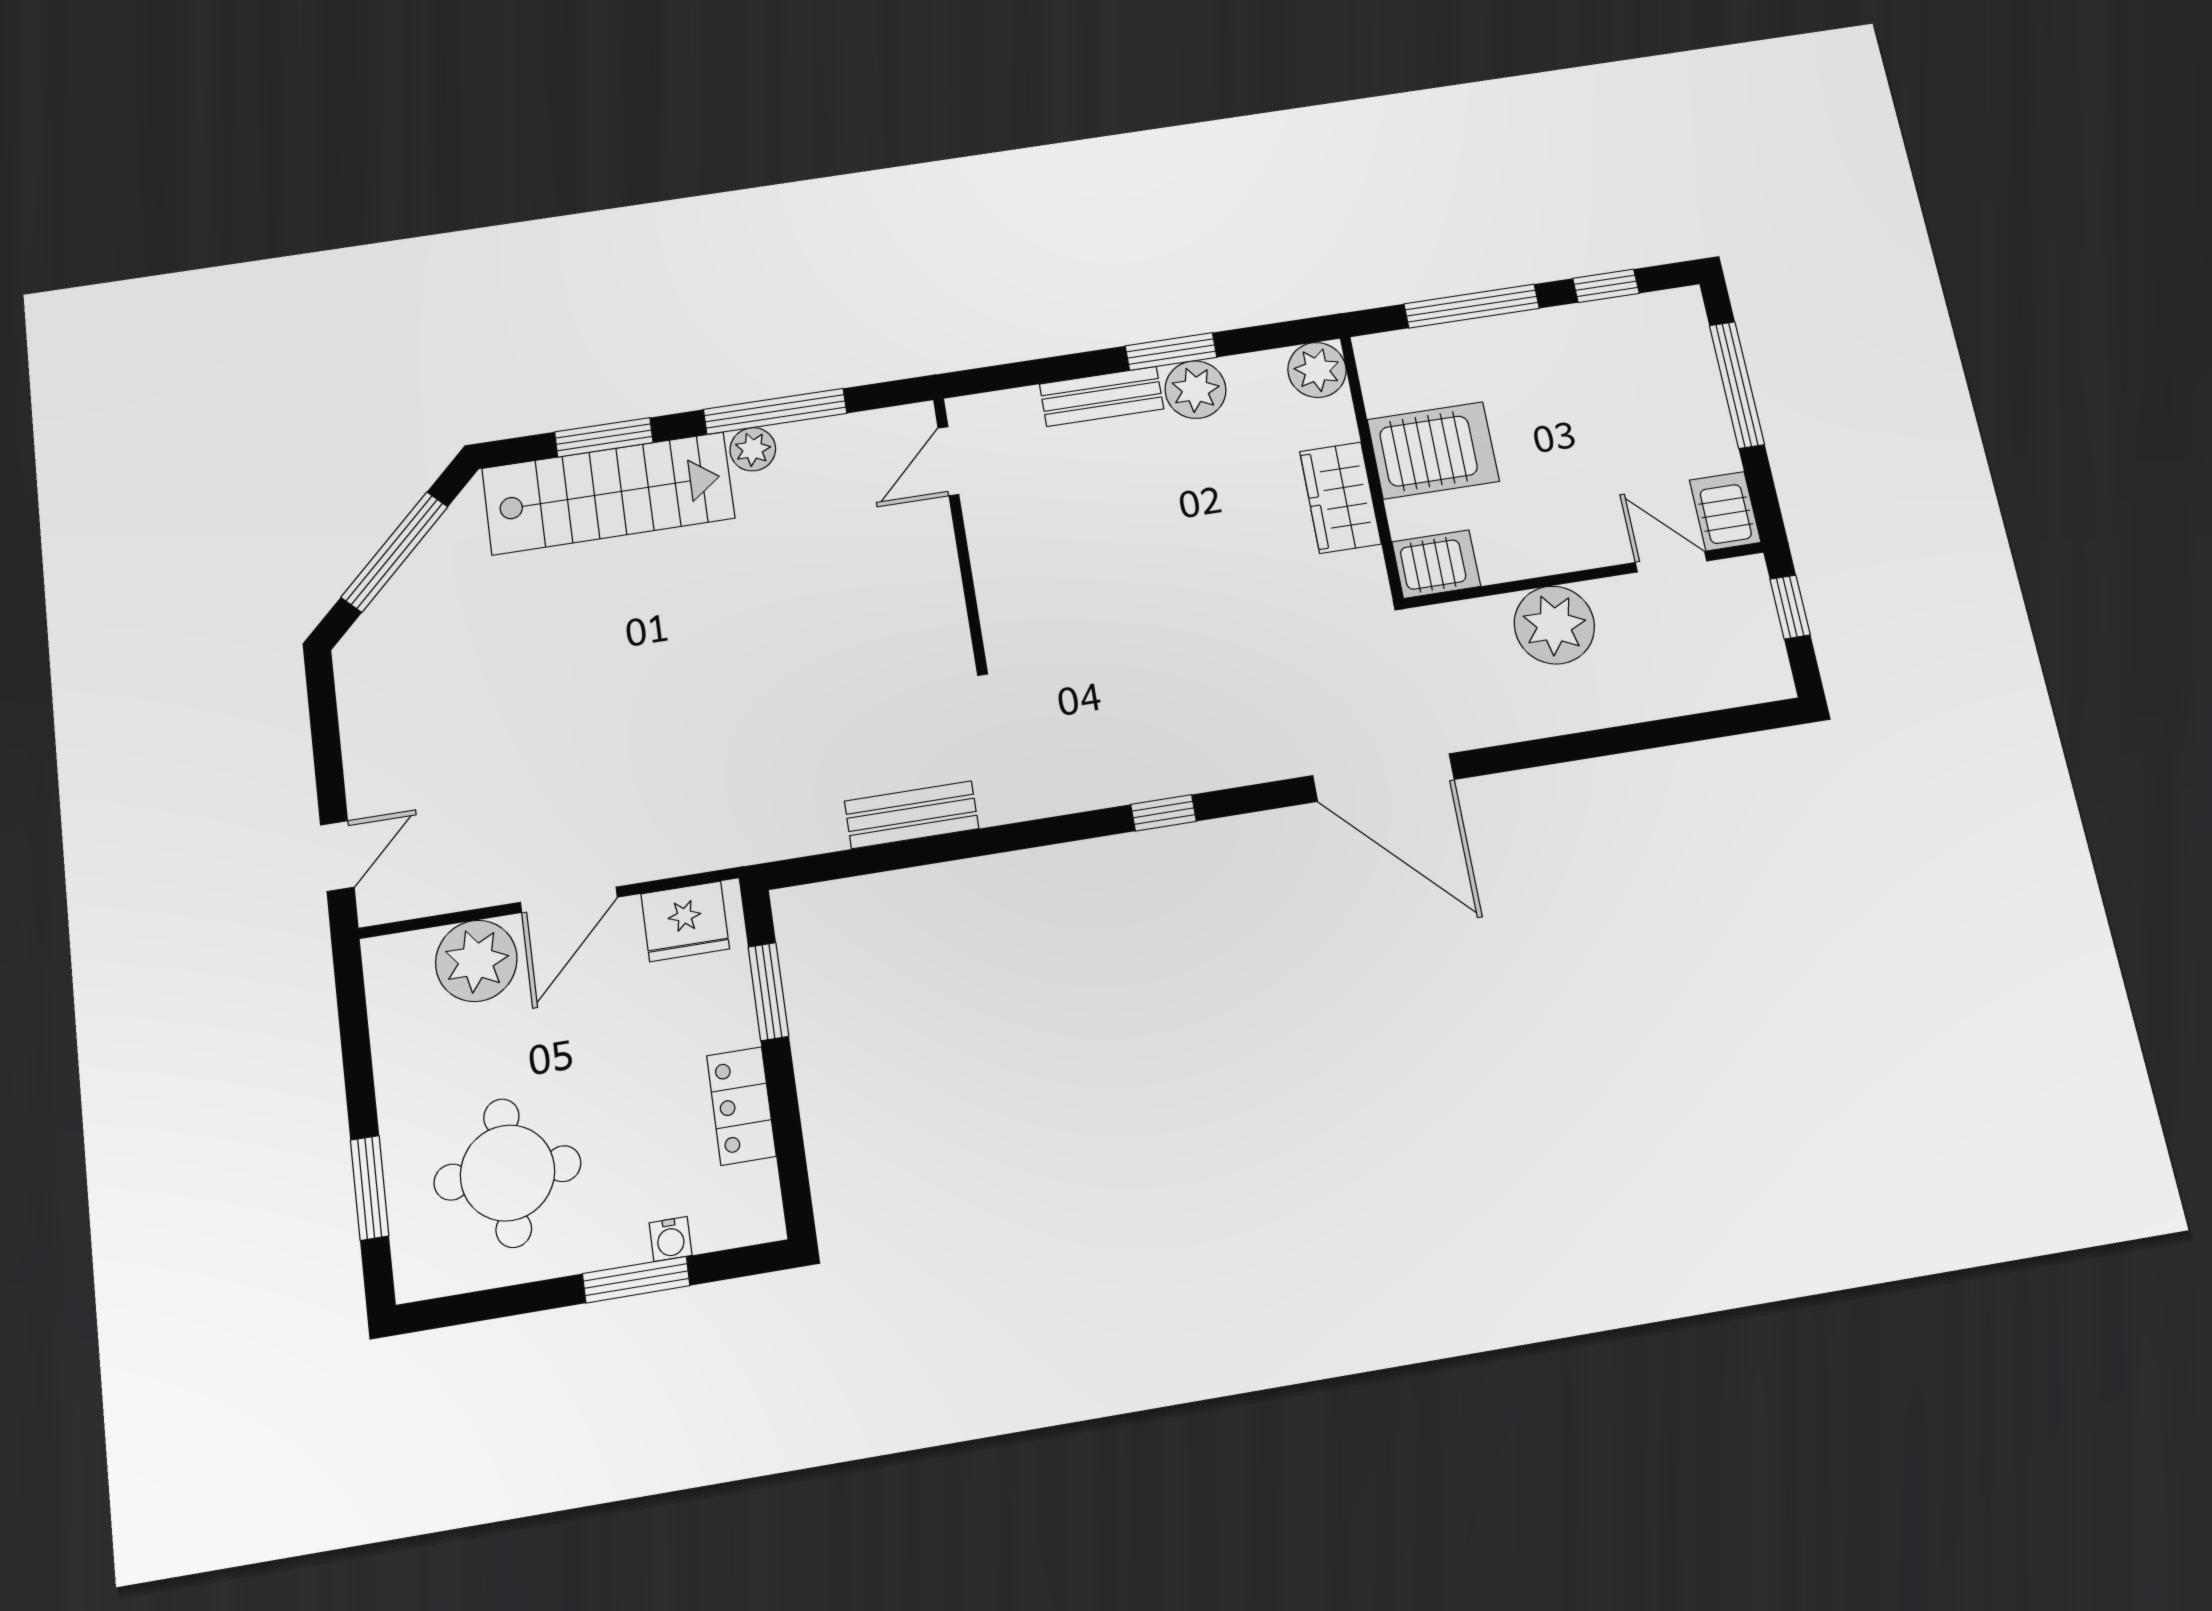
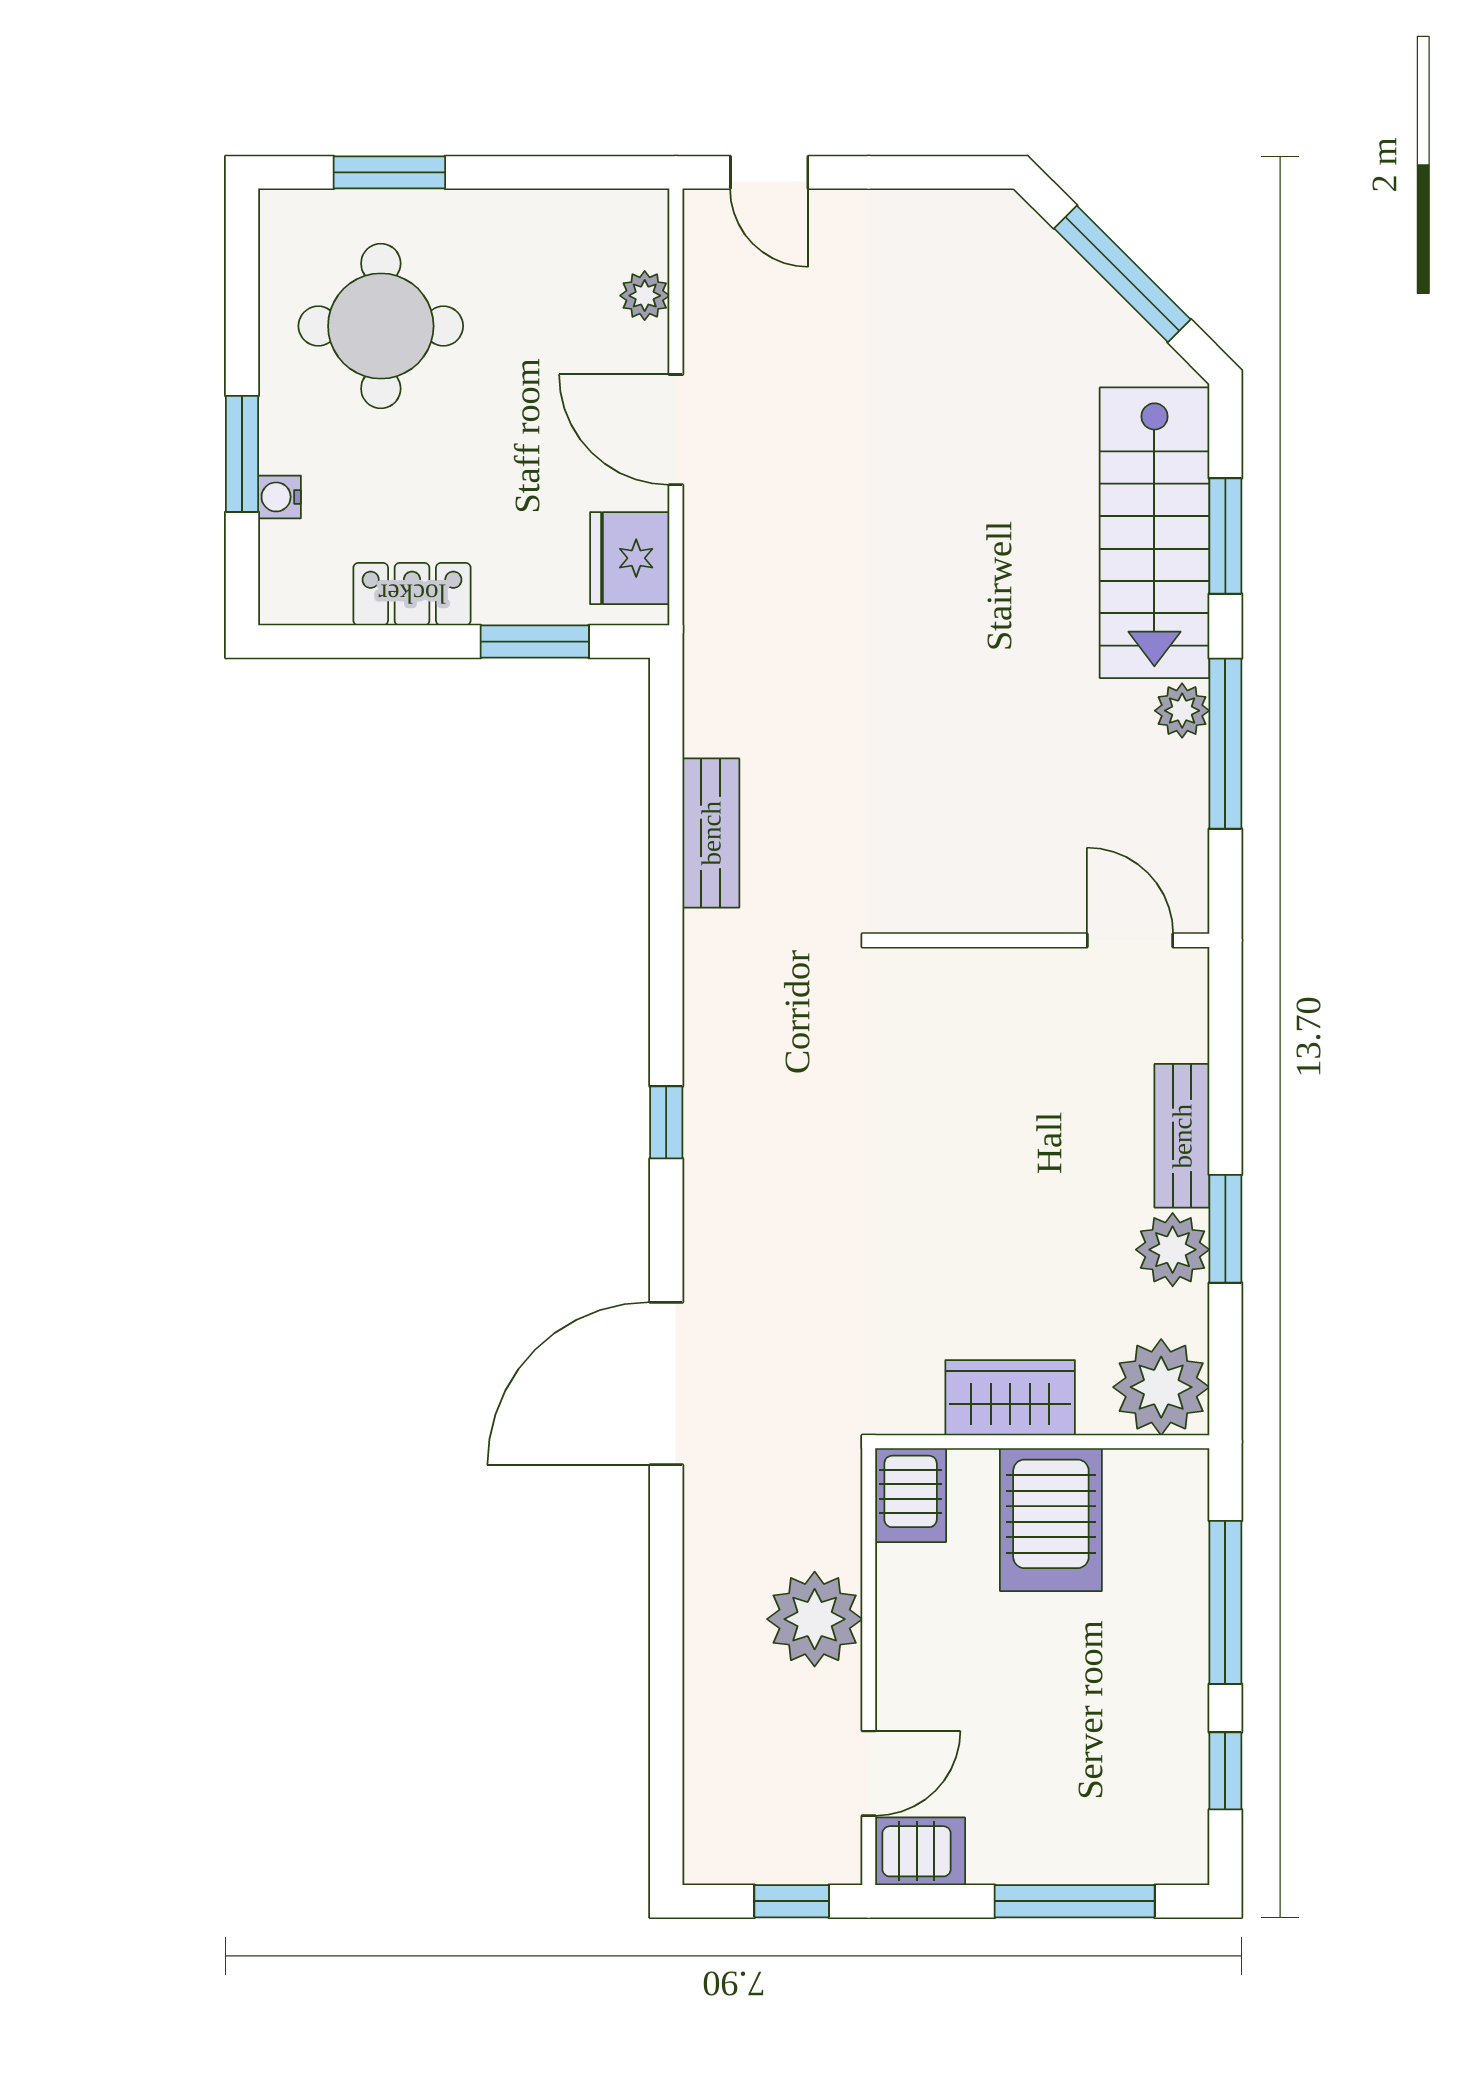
plant: (1317, 370) -> (1161, 1387), width x1.36, depth x1.36
plant: (476, 961) -> (645, 296), width x0.53, depth x0.53

